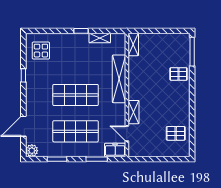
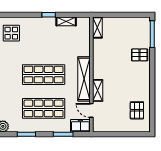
shelving: (119, 79) -> (84, 79), moved
pallet: (176, 133) -> (137, 110), turned 90

